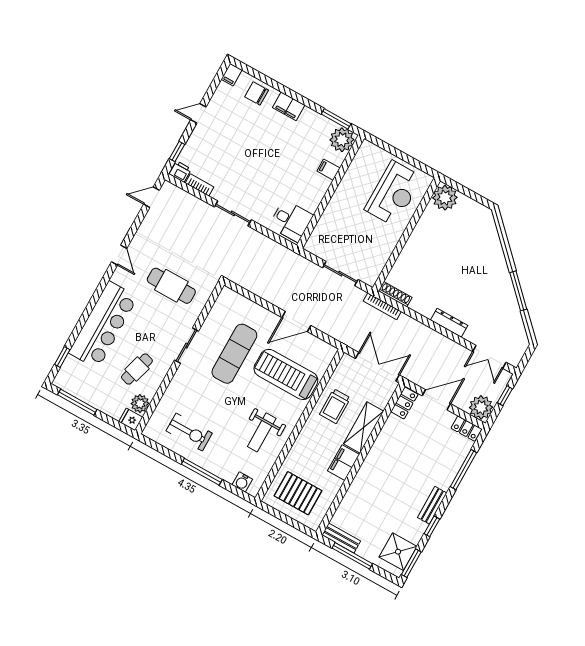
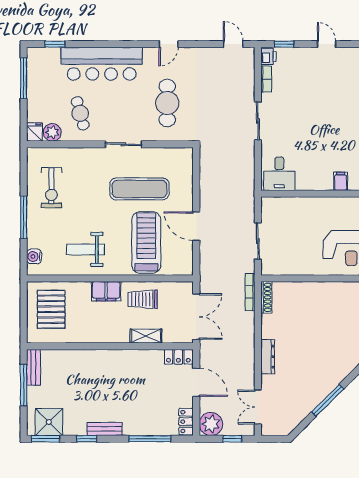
cafe table: (137, 369) -> (80, 113), turned 59
shelving: (364, 427) -> (146, 336), width x0.67, depth x0.75
filing cabinet: (343, 463) -> (106, 291), moved, turned 180

